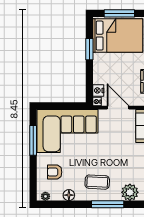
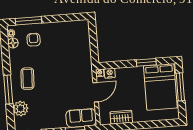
corner sofa: (67, 131) -> (71, 48), removed
window: (33, 140) -> (29, 21), moved
floor lamp: (69, 195) -> (13, 43), moved

